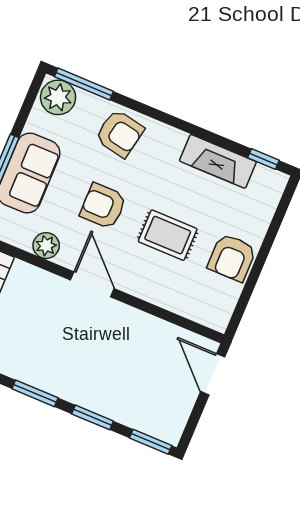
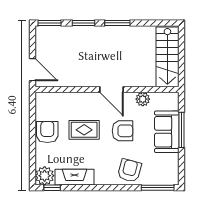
plant: (58, 97) -> (45, 176), moved
armchair: (120, 133) -> (129, 171), turned 94

